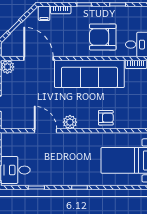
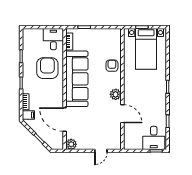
armchair: (103, 37) -> (47, 68), turned 180
door: (38, 59) -> (65, 120), hinge flipped
door: (46, 131) -> (122, 114), swing flipped

